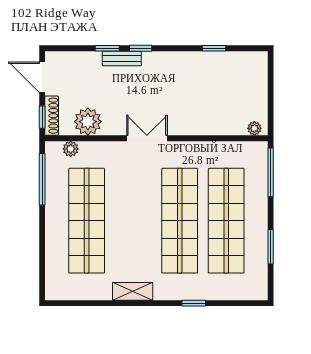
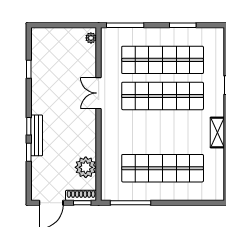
bench: (122, 58) -> (37, 135), width x1.36
double door: (147, 138) -> (99, 93), moved
plant: (71, 149) -> (107, 181), removed

